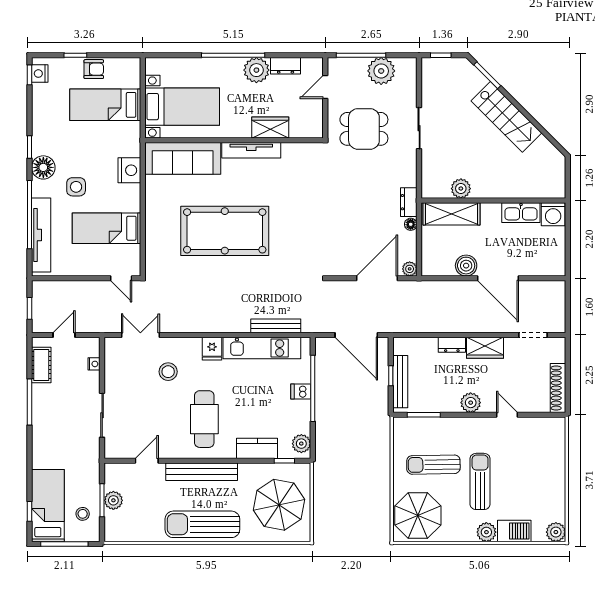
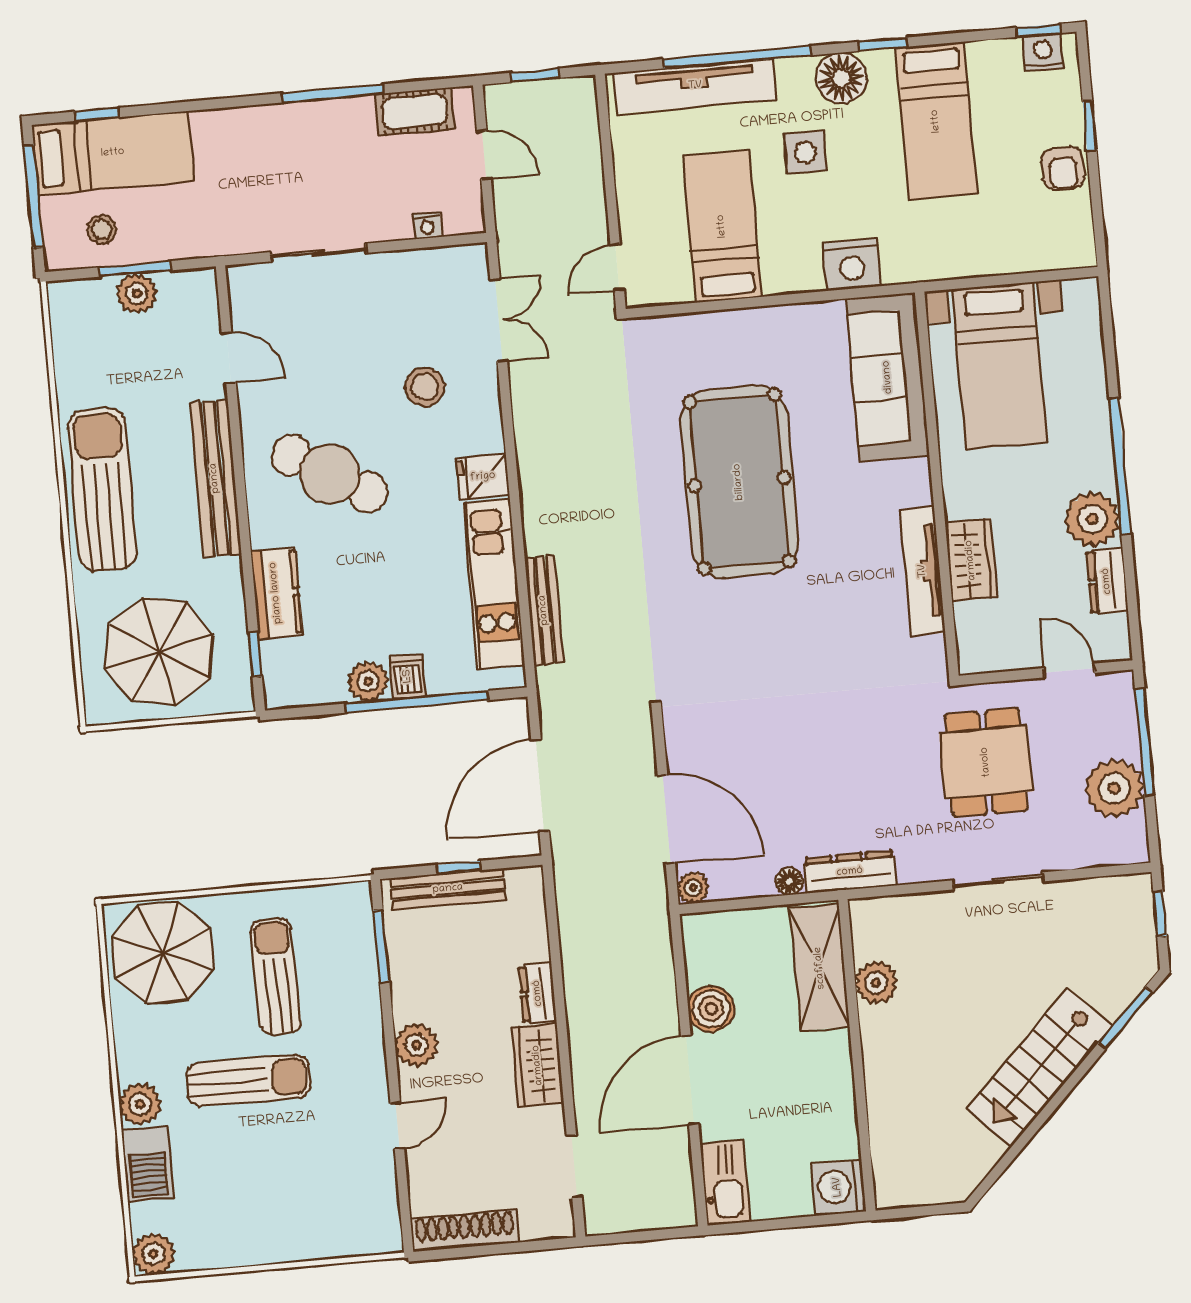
bed: (105, 105) -> (936, 121), moved, turned 180
tv unit: (251, 150) -> (923, 571), moved
dresser: (409, 202) -> (850, 872), width x1.44
kitchen sink: (521, 213) -> (725, 1183), moved, turned 180
cafe table: (204, 419) -> (330, 474), turned 31
plant: (301, 444) -> (368, 681), moved

